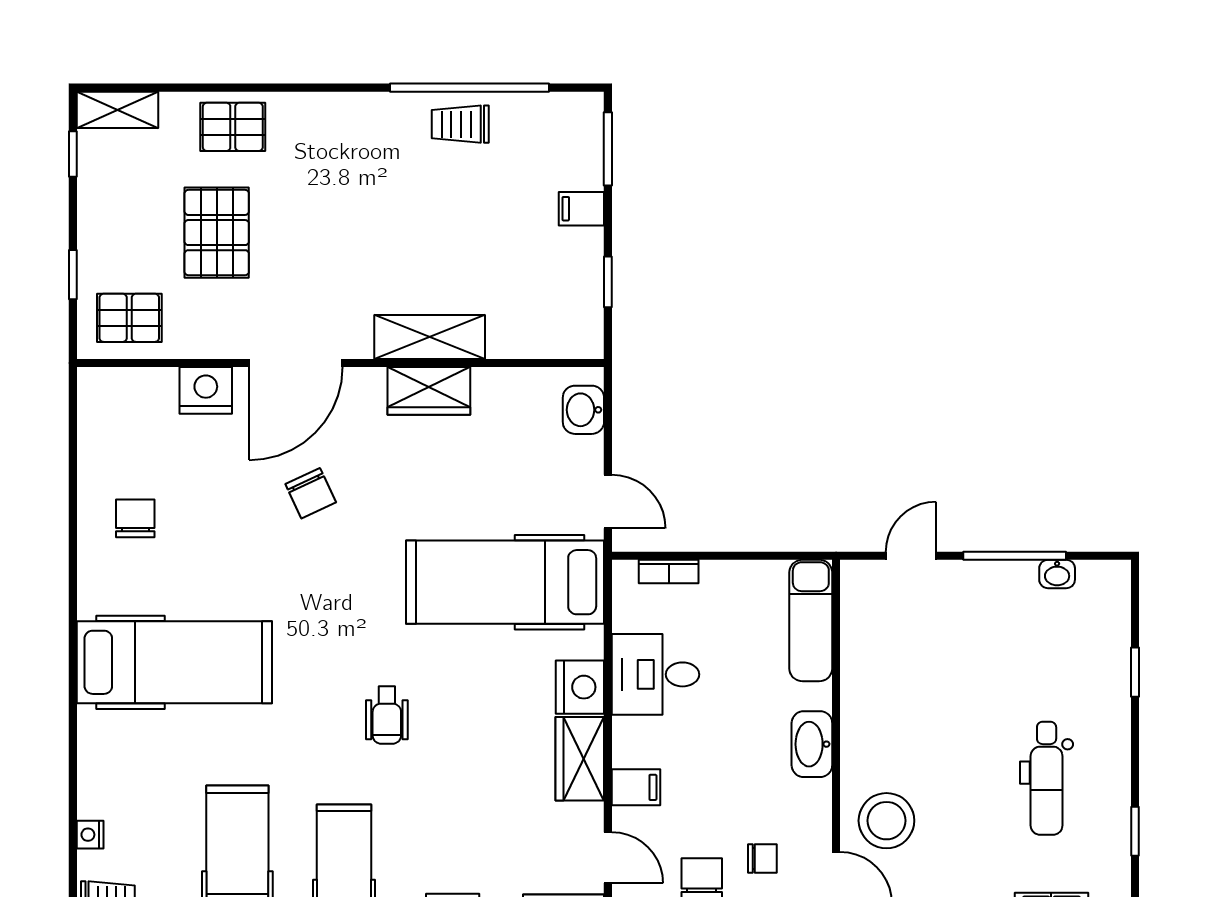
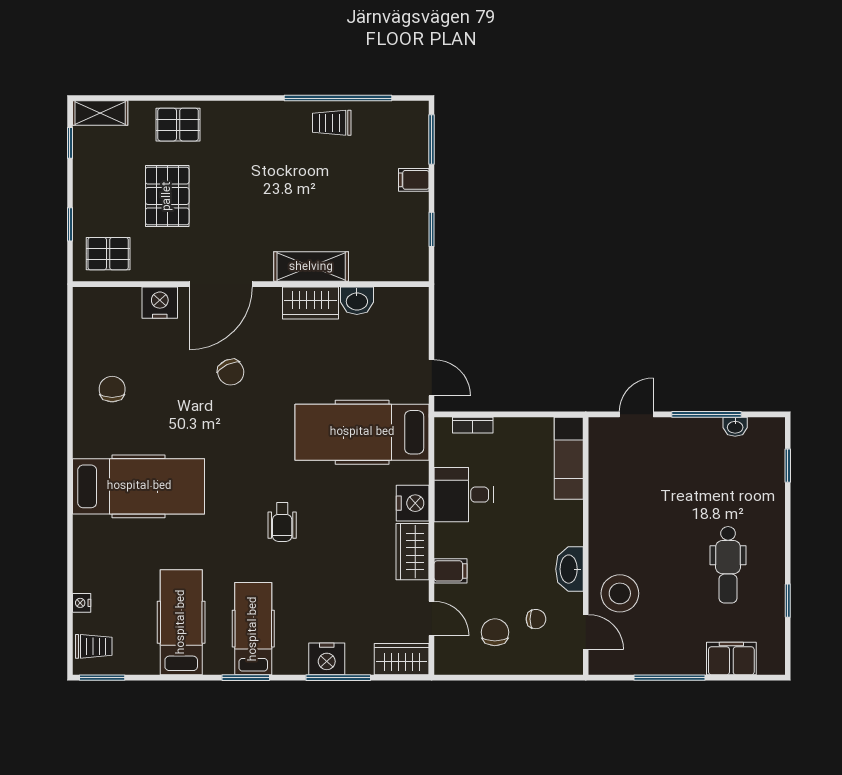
washbasin: (583, 410) -> (357, 301), moved, turned -90
window: (1135, 672) -> (788, 466), moved
washbasin: (812, 744) -> (569, 569), moved

